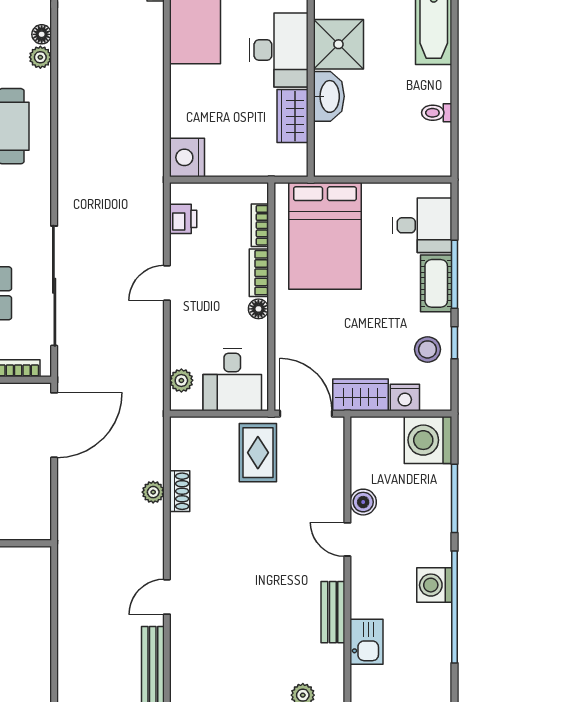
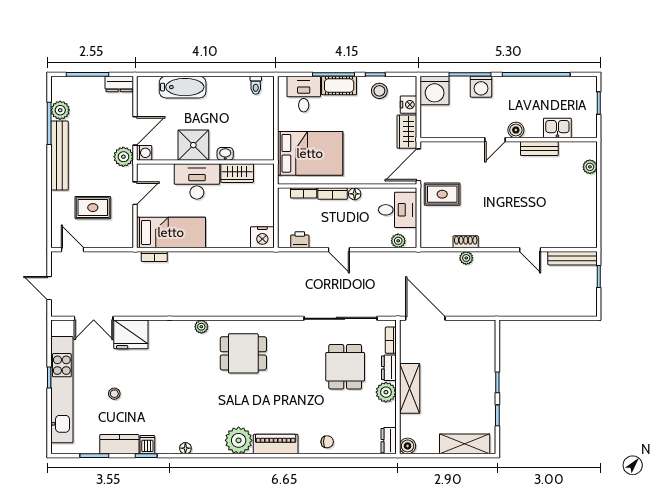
floor lamp: (42, 34) -> (187, 326), removed
washbasin: (329, 96) -> (225, 154), width x0.52, depth x0.69
toilet: (437, 113) -> (256, 85), moved
boiler: (363, 502) -> (516, 130), moved
washing machine: (434, 585) -> (481, 87), moved

